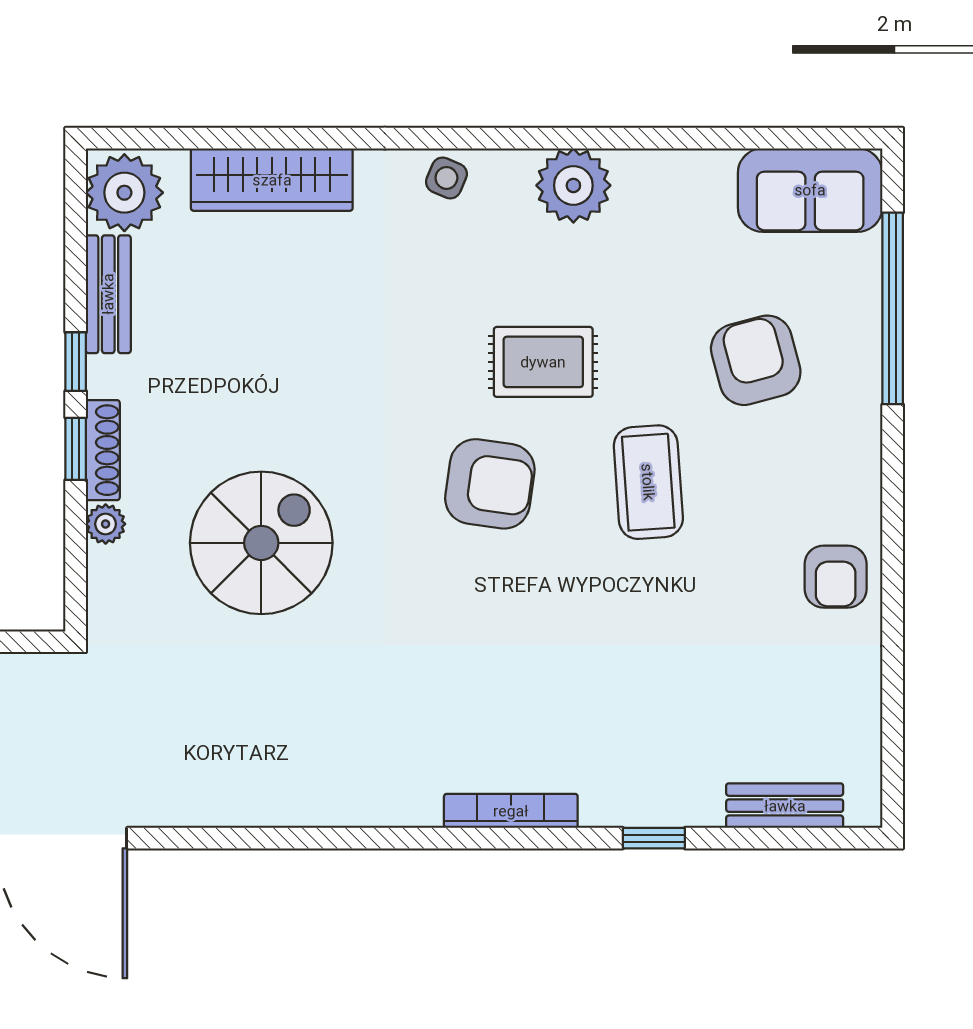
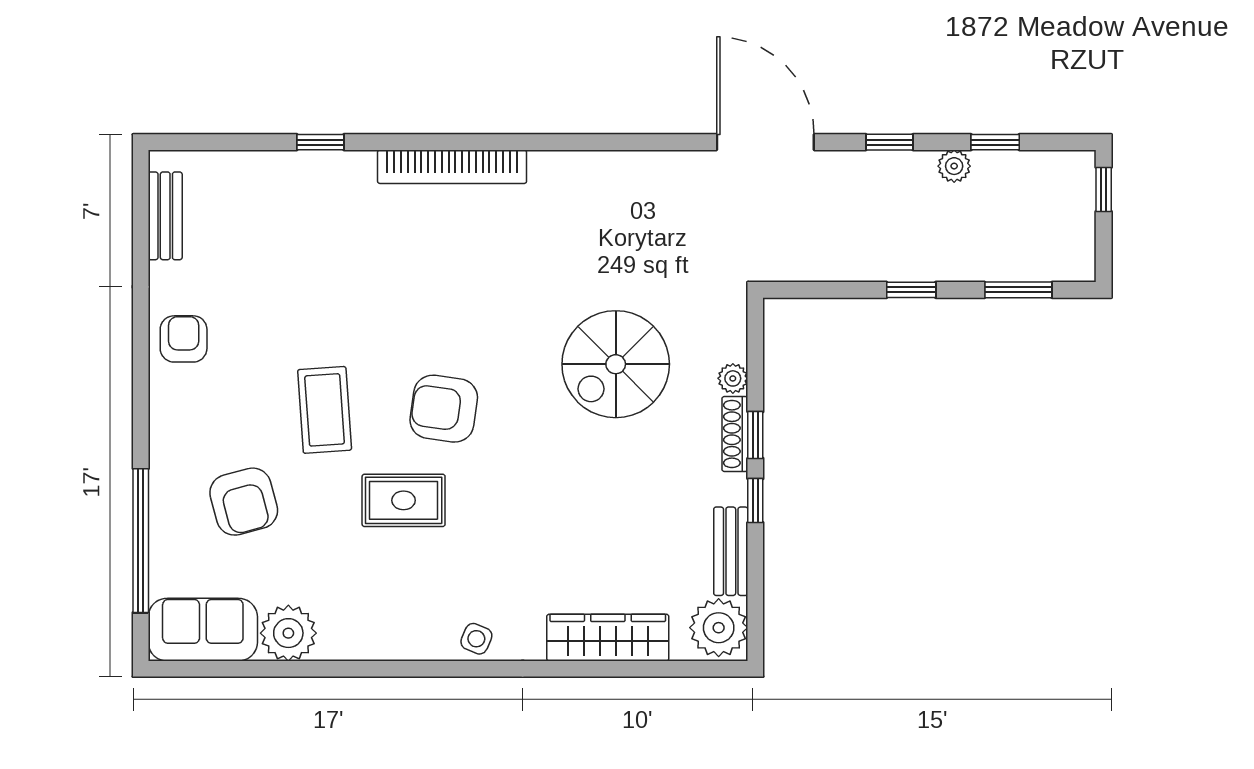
plant: (573, 185) -> (288, 633), moved
bench: (785, 806) -> (165, 216), moved, turned 90
bookcase: (511, 811) -> (452, 167), width x1.48, depth x1.31

